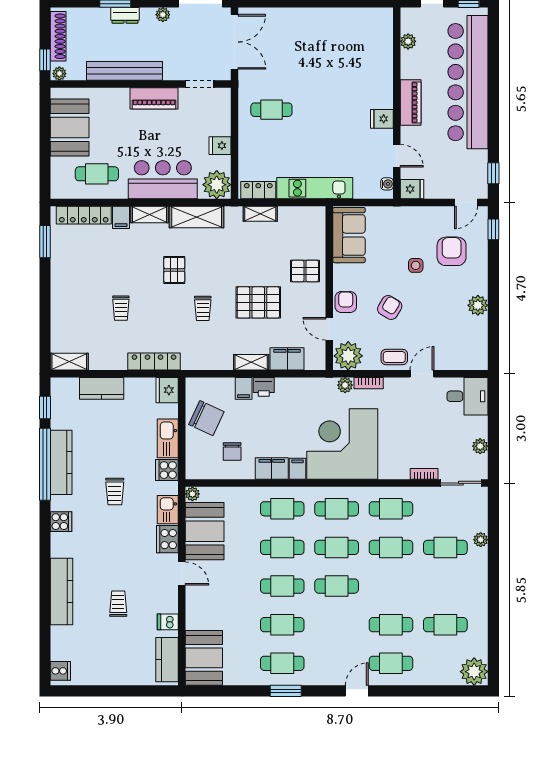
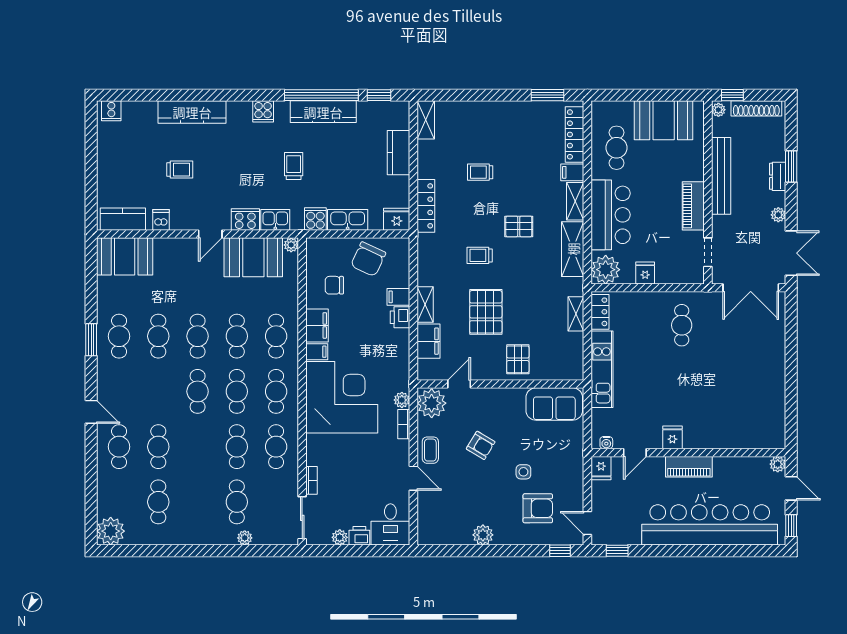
plant: (408, 41) -> (778, 464), moved
armchair: (346, 302) -> (486, 401), removed
printer: (479, 427) -> (359, 536), added
trolley: (115, 492) -> (294, 166), turned 90

